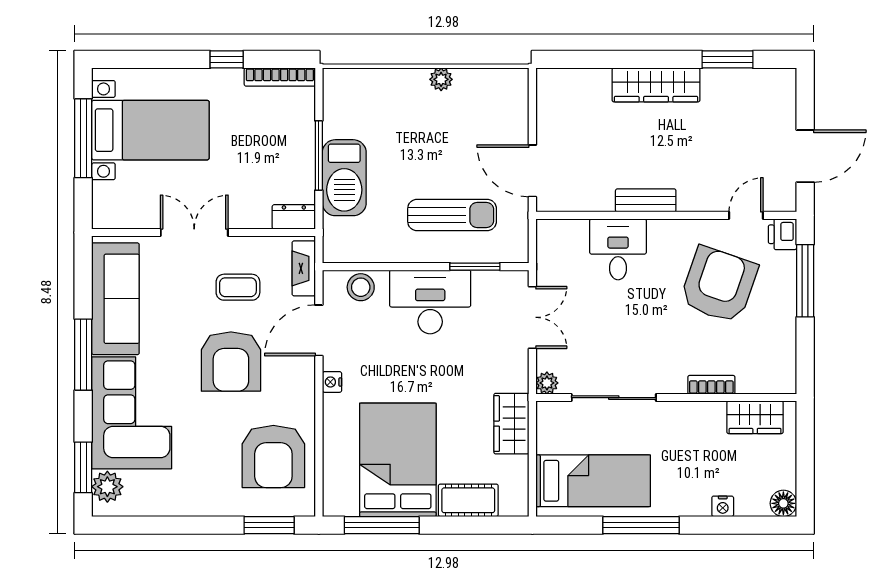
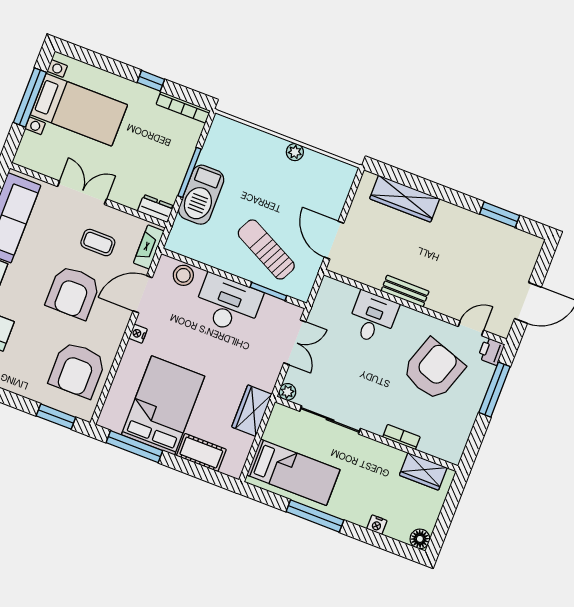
wardrobe: (656, 85) -> (405, 199), moved
sun lounger: (452, 215) -> (266, 249), turned -153

